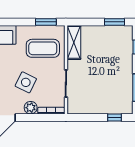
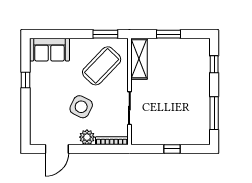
window: (114, 22) -> (169, 34), moved
coffee table: (43, 48) -> (102, 66), turned -46
window: (115, 117) -> (172, 149), moved

